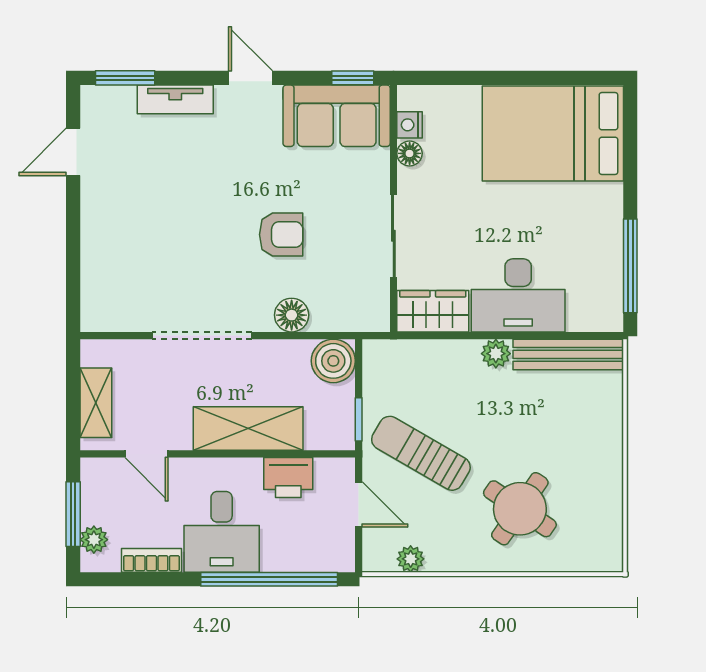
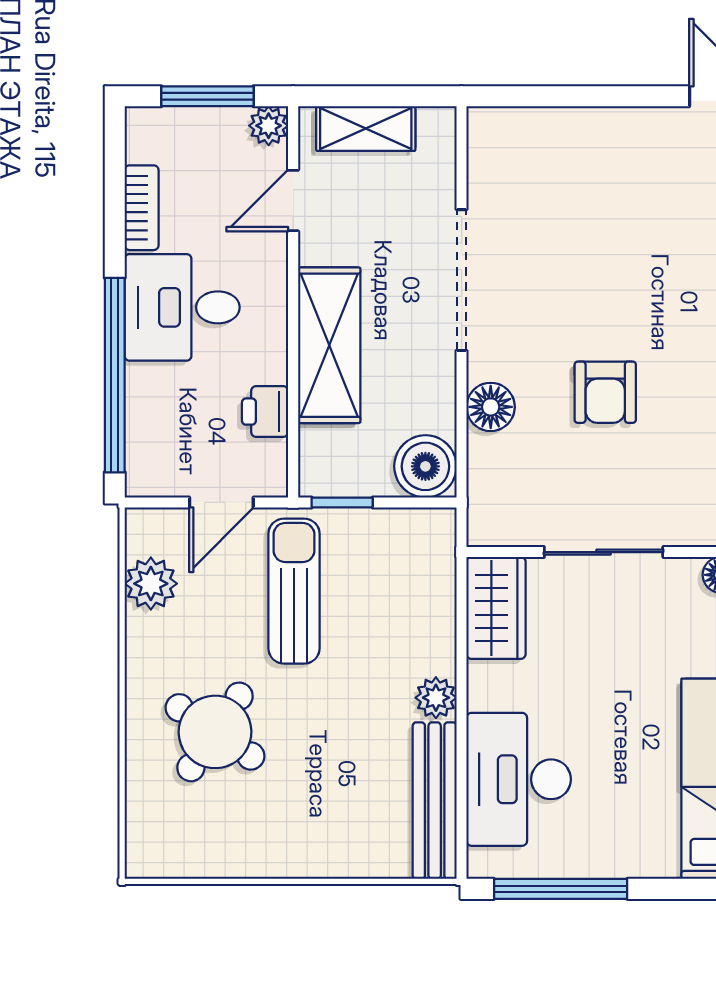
desk: (518, 295) -> (519, 779), moved
sun lounger: (421, 453) -> (294, 591), turned -30
printer: (288, 478) -> (265, 412), width x0.73, depth x0.81
plant: (94, 540) -> (269, 126), moved
plant: (411, 559) -> (151, 584), width x1.38, depth x1.38

